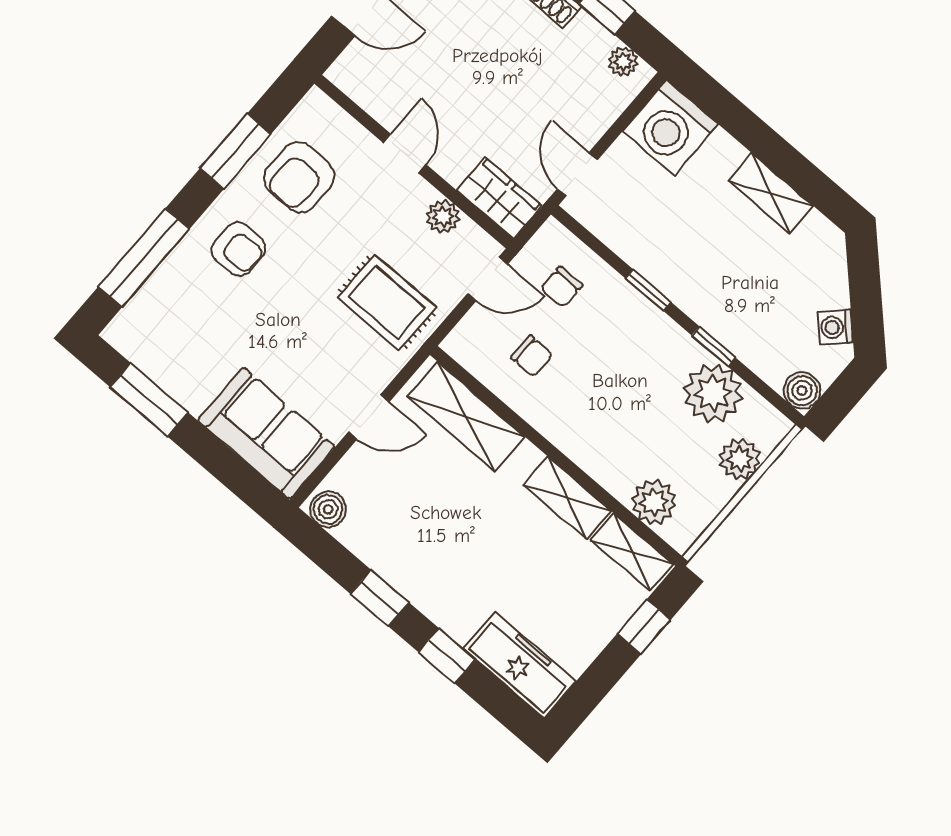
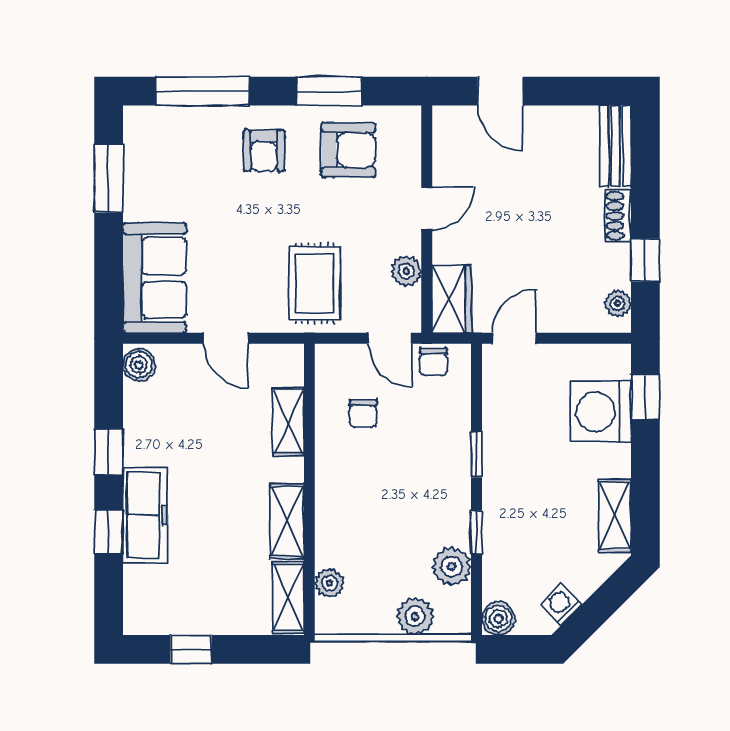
window: (722, 106) -> (645, 397), added
washing machine: (670, 128) -> (600, 411), moved
armchair: (299, 177) -> (349, 150), turned 180
shelving: (771, 193) -> (615, 516), moved
chair: (562, 287) -> (433, 362), moved, turned -90
plant: (713, 393) -> (451, 566), width x0.73, depth x0.73
shelving: (466, 417) -> (288, 422), width x0.67, depth x0.75
plant: (654, 502) -> (330, 583), width x0.73, depth x0.73
window: (644, 627) -> (191, 649), moved
freezer: (520, 665) -> (145, 515), moved

